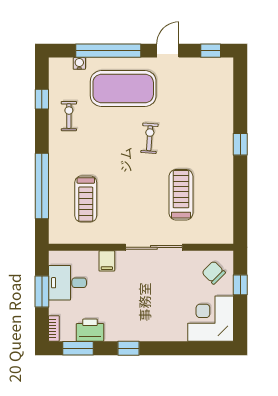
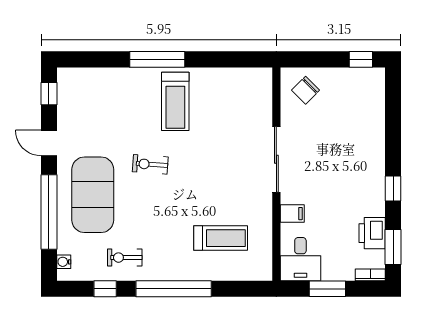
water cooler: (79, 63) -> (64, 262), moved
window: (240, 144) -> (157, 59), width x2.17
window: (42, 186) -> (174, 289), moved
treadmill: (181, 195) -> (175, 101), moved, turned -90
desk: (67, 283) -> (300, 259), moved
window: (240, 285) -> (361, 59), moved
corner desk: (211, 319) -> (359, 94), removed

